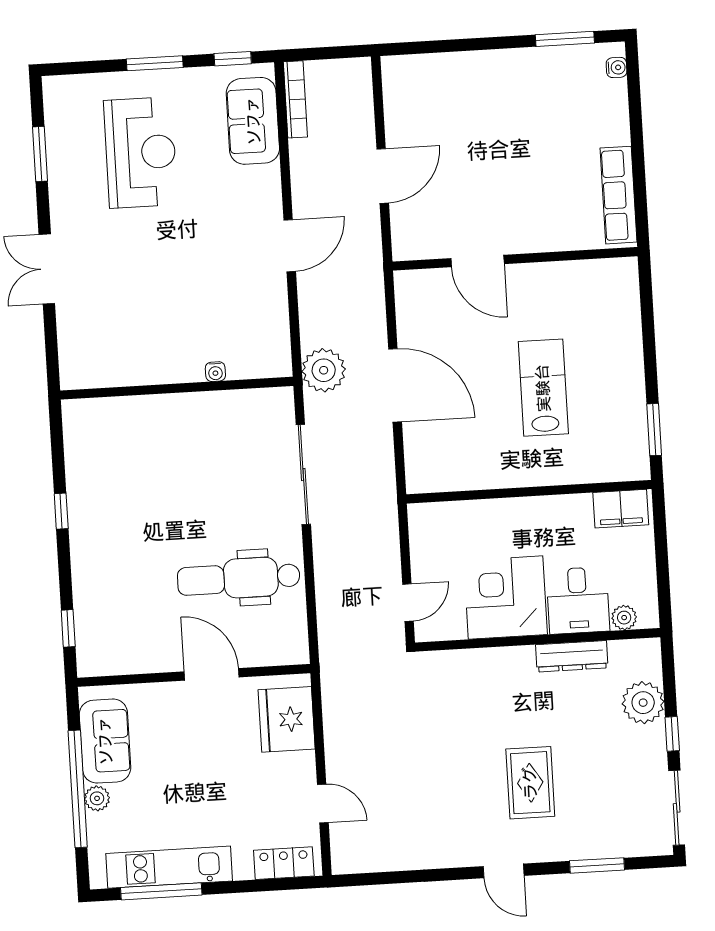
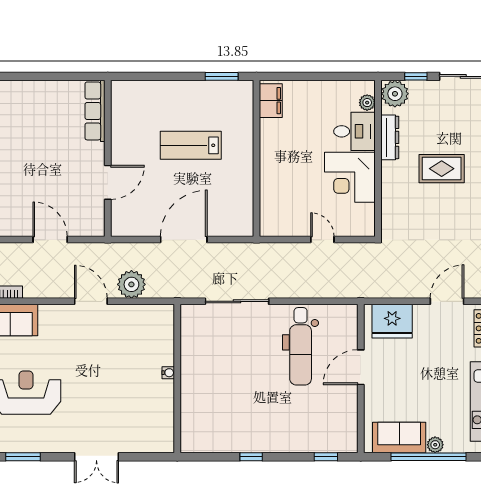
row of seats: (619, 195) -> (95, 111), moved, turned 90
plant: (324, 370) -> (131, 284), moved
water cooler: (215, 372) -> (168, 373), moved
corner desk: (506, 598) -> (350, 177), moved
desk: (578, 600) -> (354, 131), moved
plant: (624, 618) -> (367, 103), moved
wall: (538, 640) -> (378, 158), moved
dresser: (572, 656) -> (390, 137), moved
door: (323, 803) -> (447, 301), width x1.37

